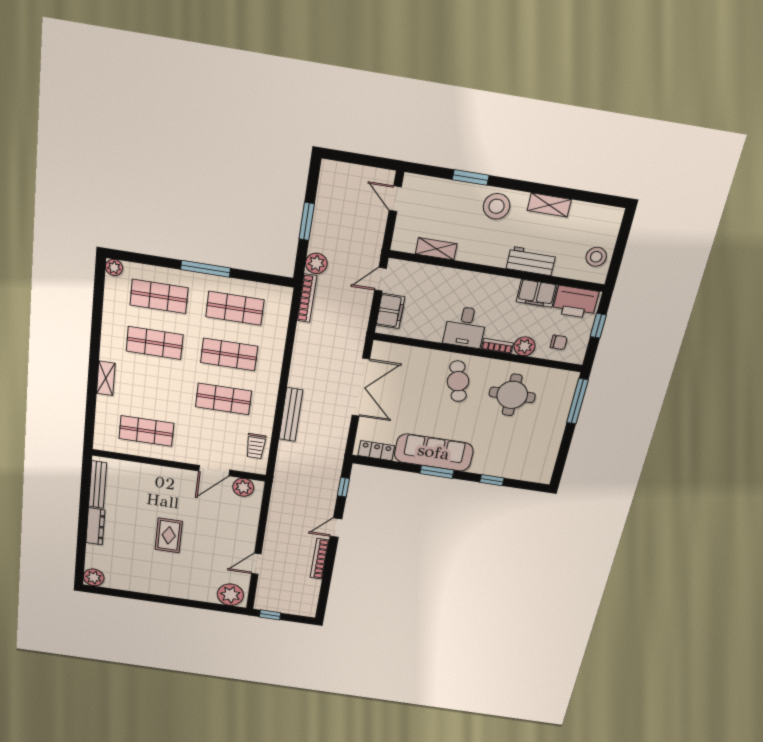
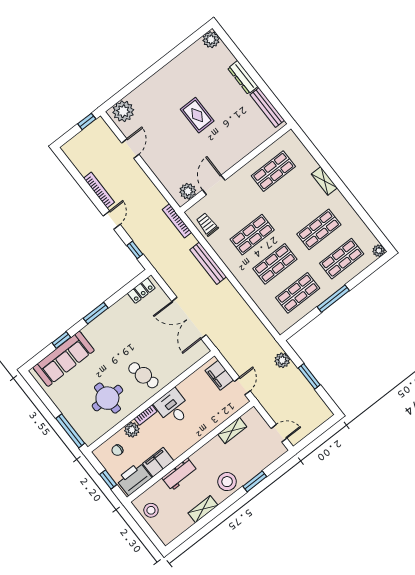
bookcase: (307, 298) -> (177, 221), moved
sofa: (434, 452) -> (64, 359), moved

